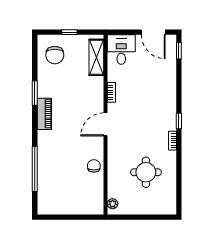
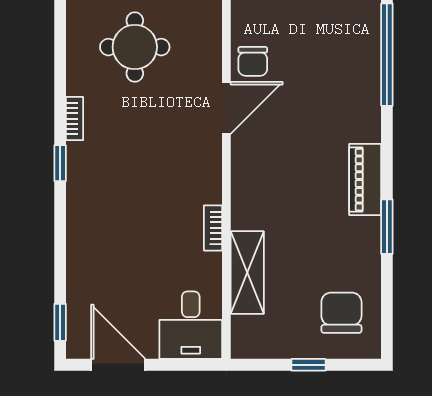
shelving: (96, 57) -> (247, 273), moved
door: (106, 124) -> (226, 108), moved

